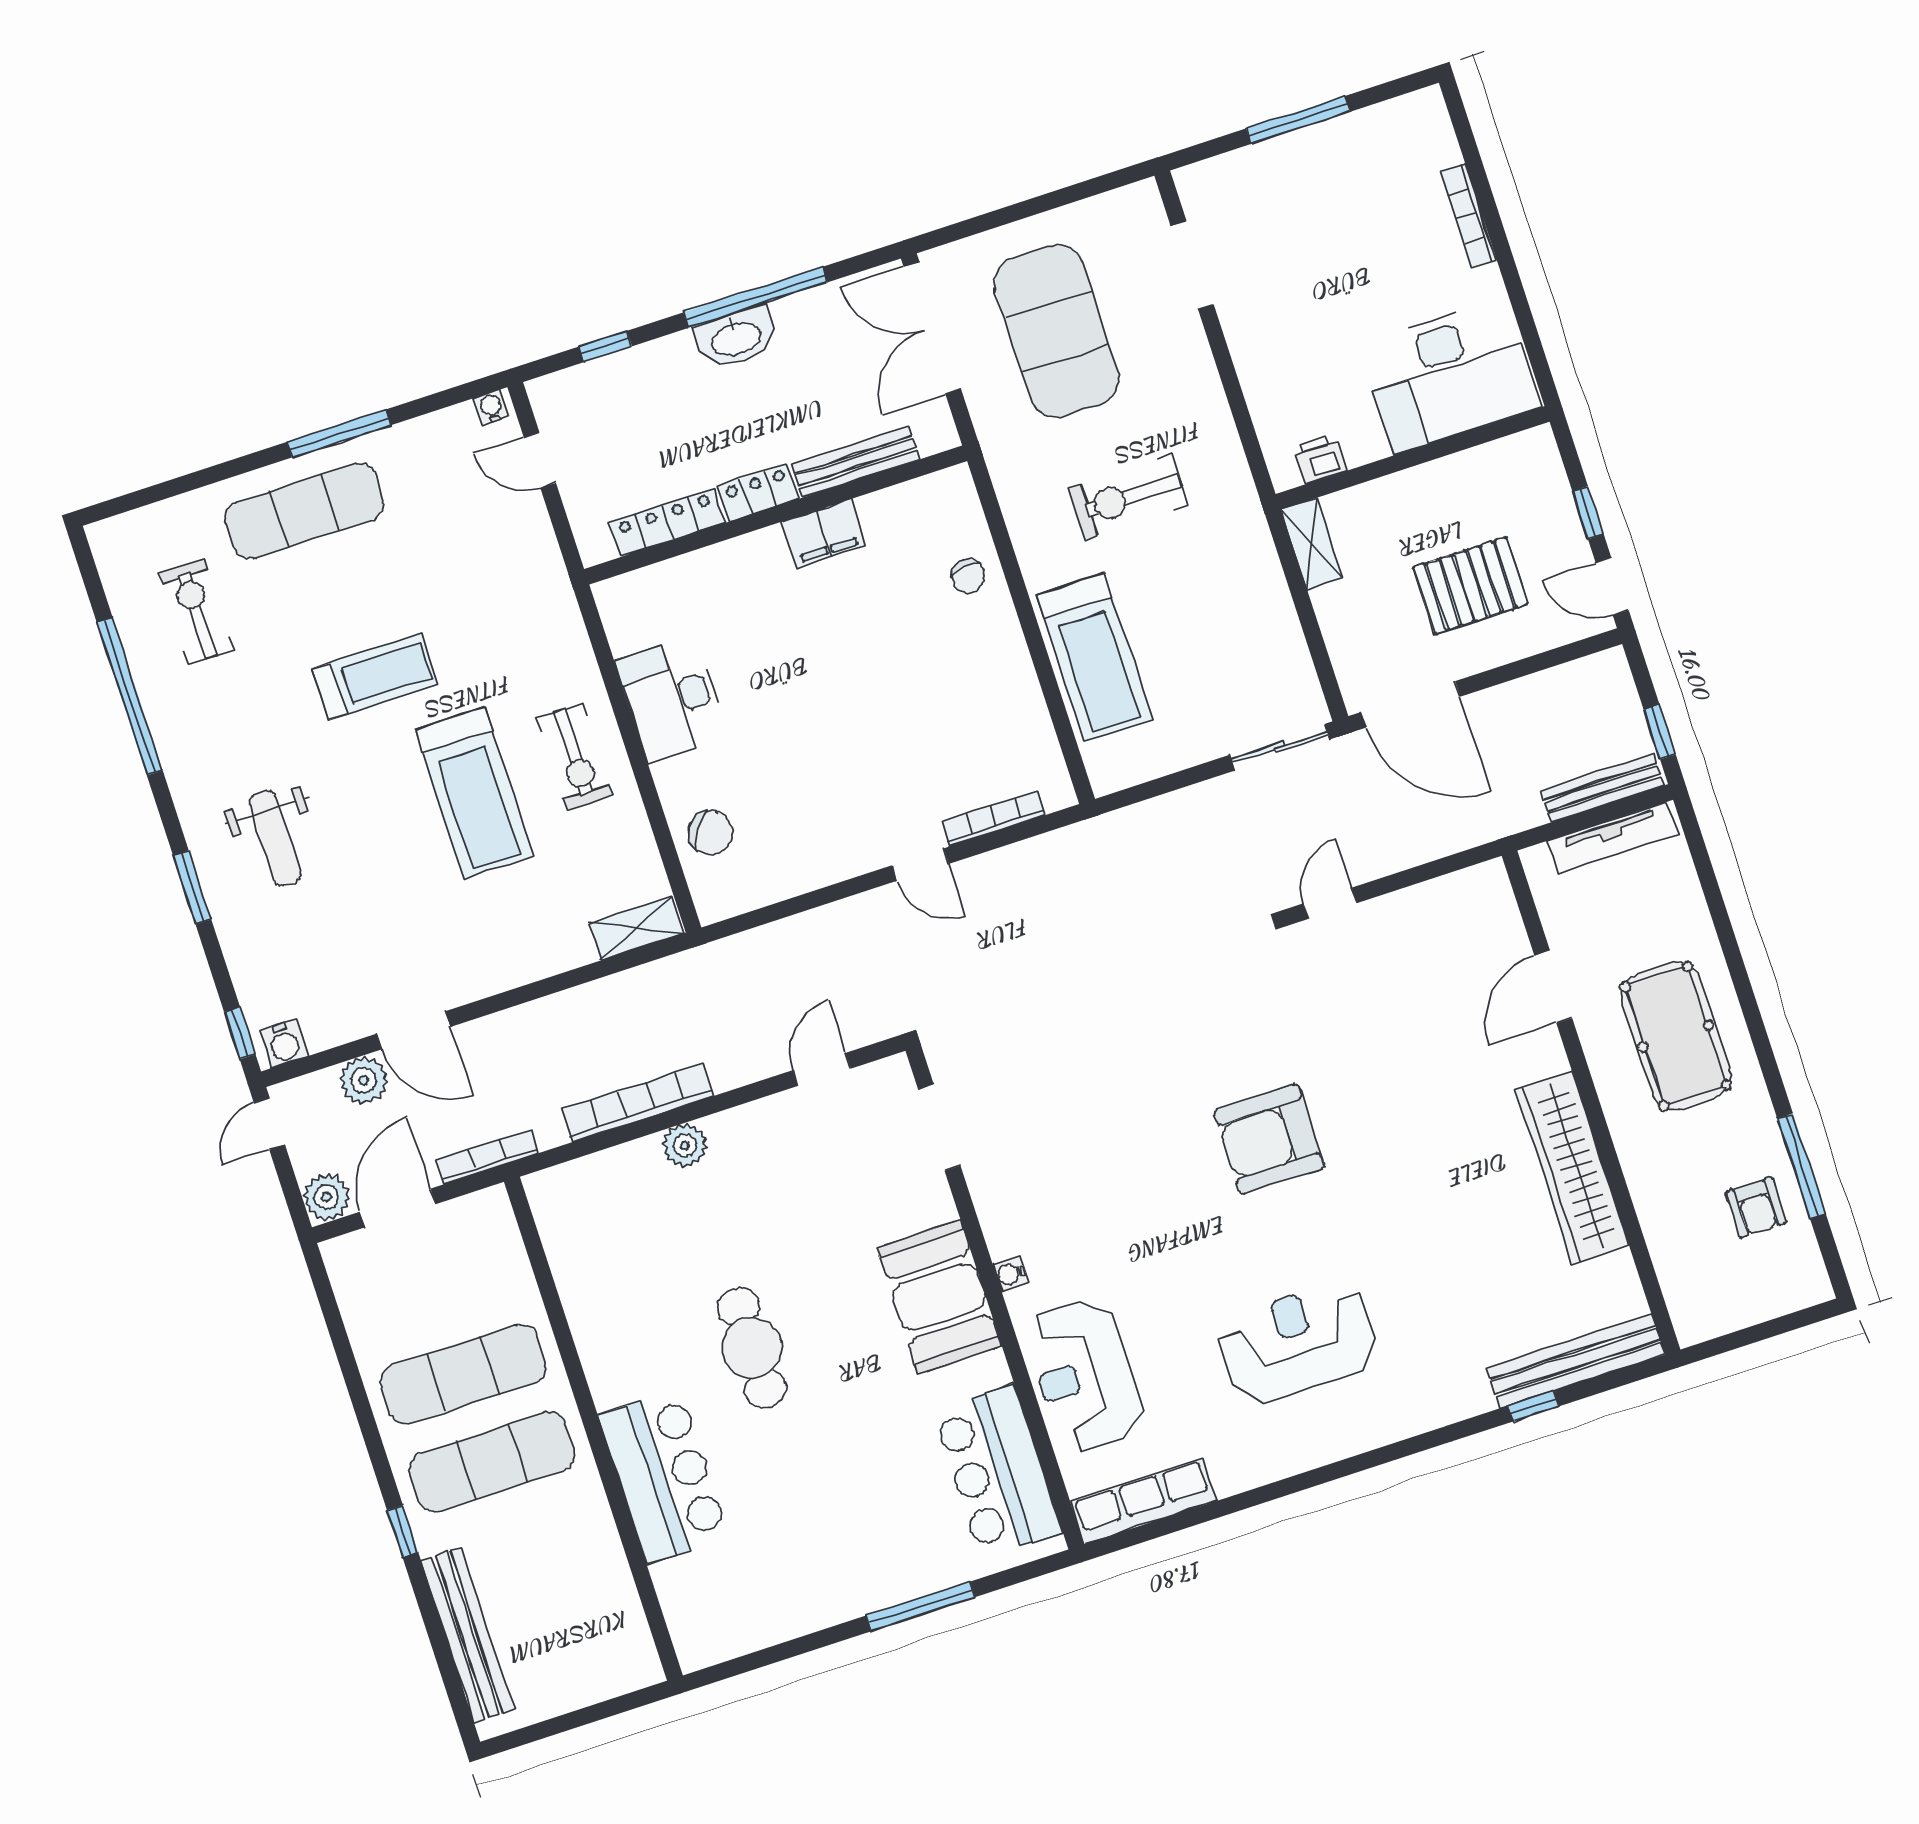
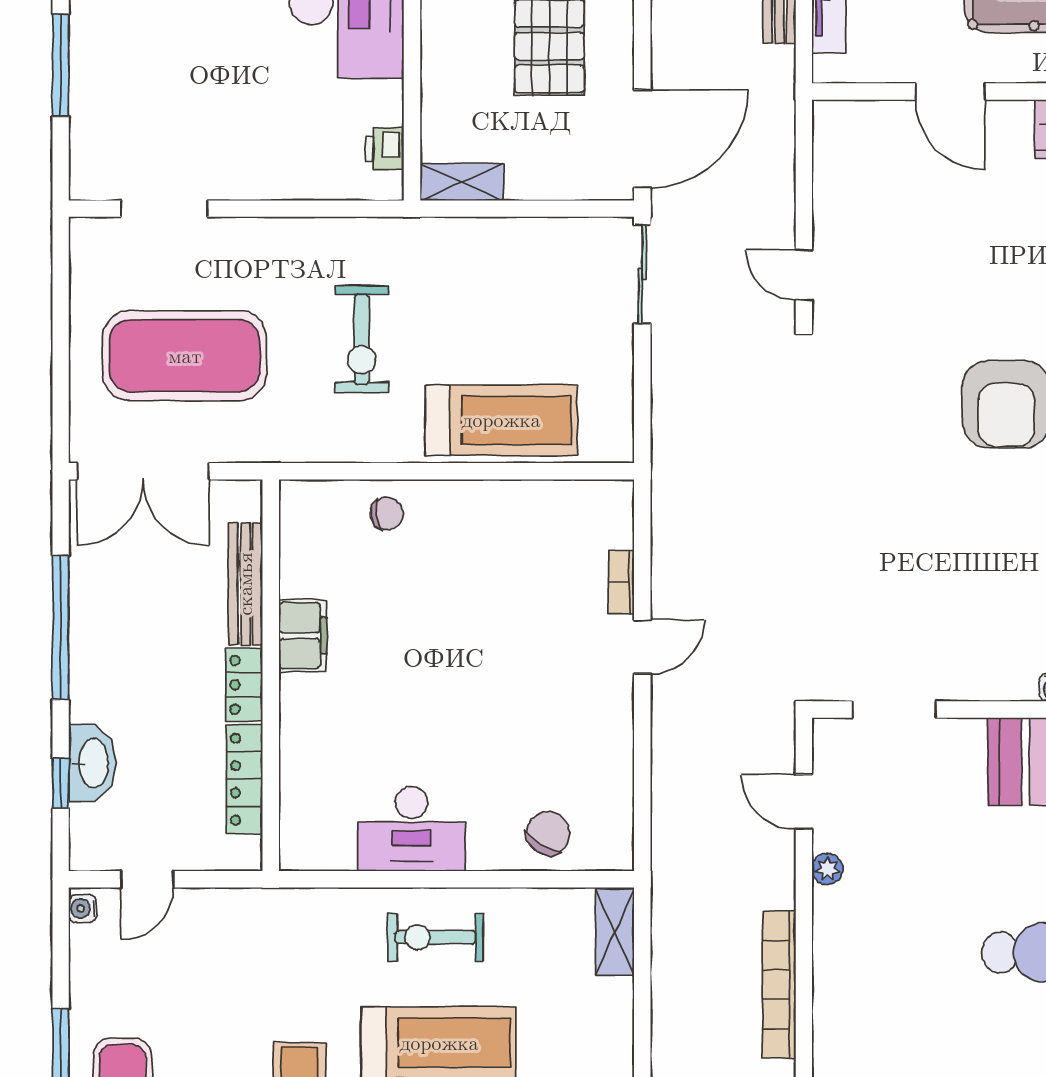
washbasin: (736, 338) -> (92, 763), moved
exercise bike: (575, 757) -> (435, 937), turned 180
bookcase: (994, 818) -> (621, 582), width x0.64
plant: (685, 1146) -> (827, 869), moved, width x0.73, depth x0.73

